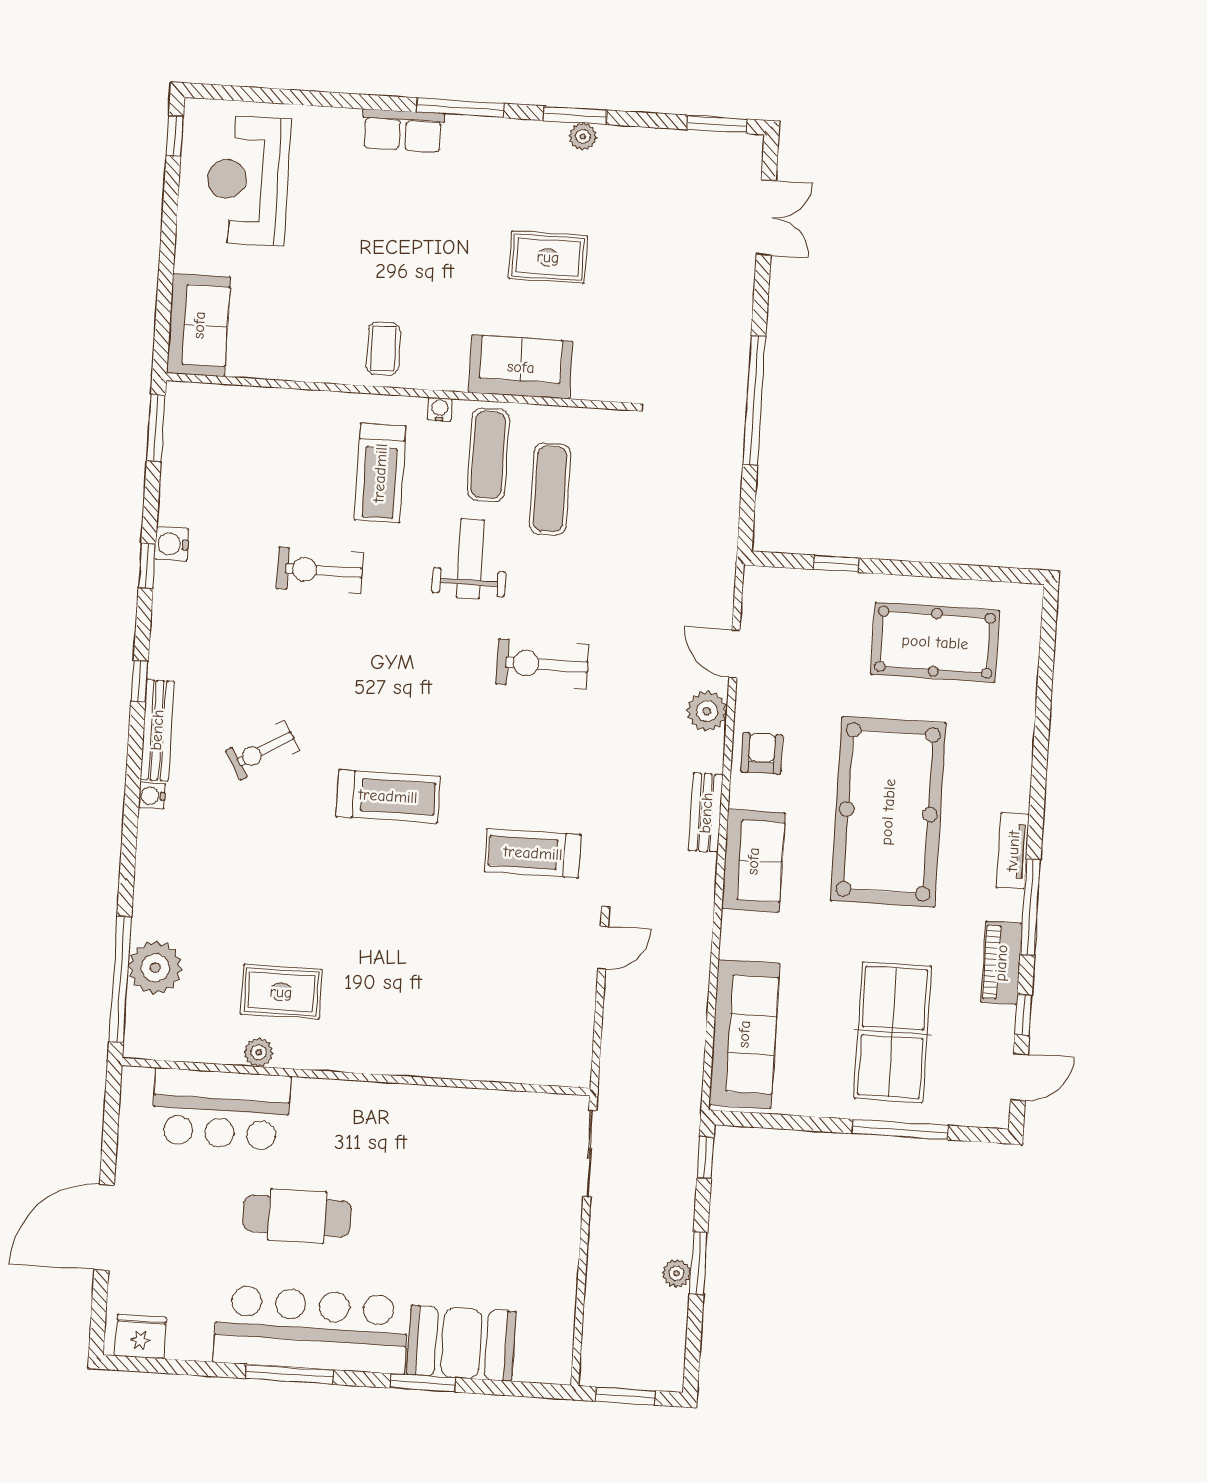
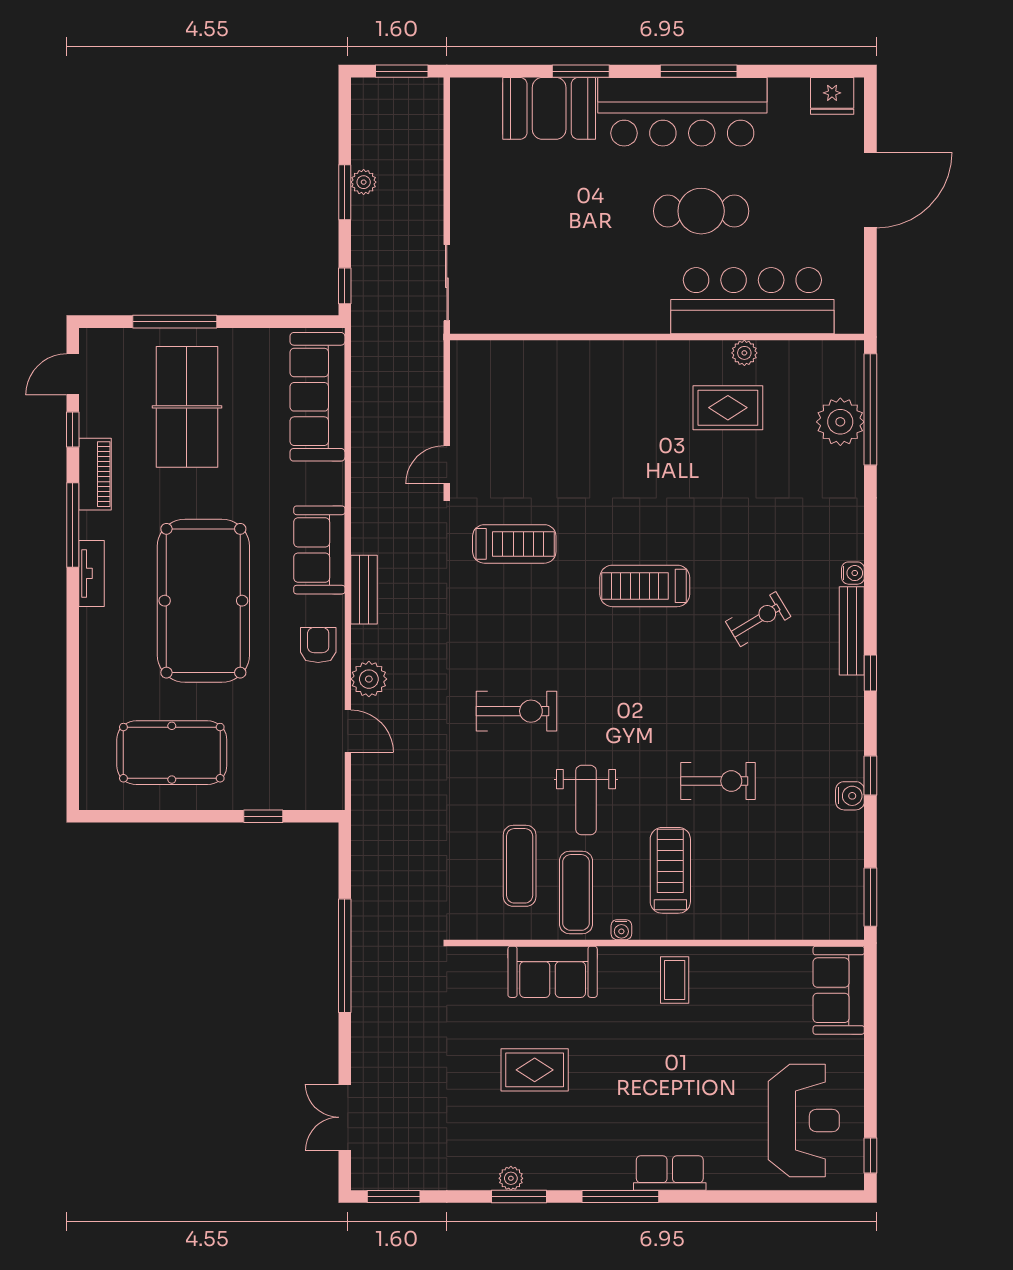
armchair: (762, 753) -> (318, 645), turned 180
bar counter: (221, 1109) -> (752, 301), width x1.36

